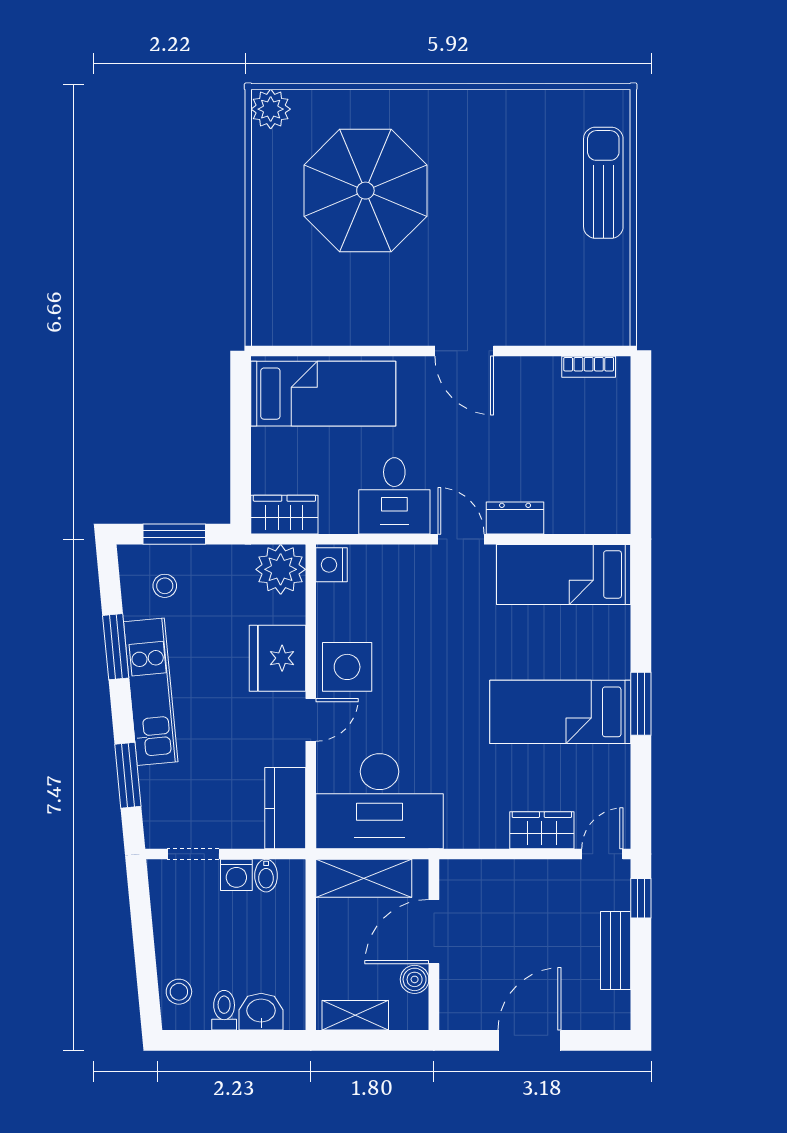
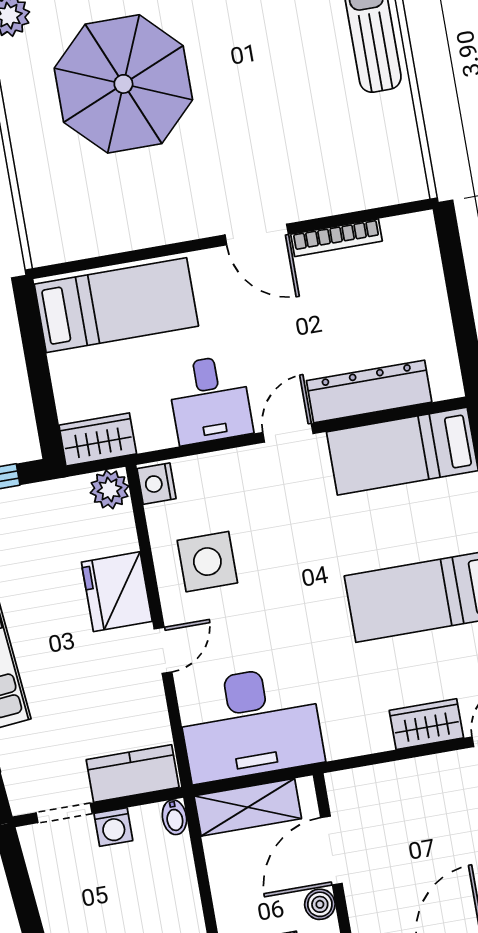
bookcase: (589, 367) -> (337, 238), moved, width x1.56
dresser: (515, 518) -> (369, 391), width x1.96, depth x1.24
door: (461, 539) -> (288, 433), hinge flipped
plant: (281, 569) -> (110, 489), width x0.73, depth x0.73
side table: (347, 667) -> (207, 562), moved
kitchen counter: (285, 808) -> (133, 773), moved, turned 90
bidet: (266, 876) -> (174, 817), moved

